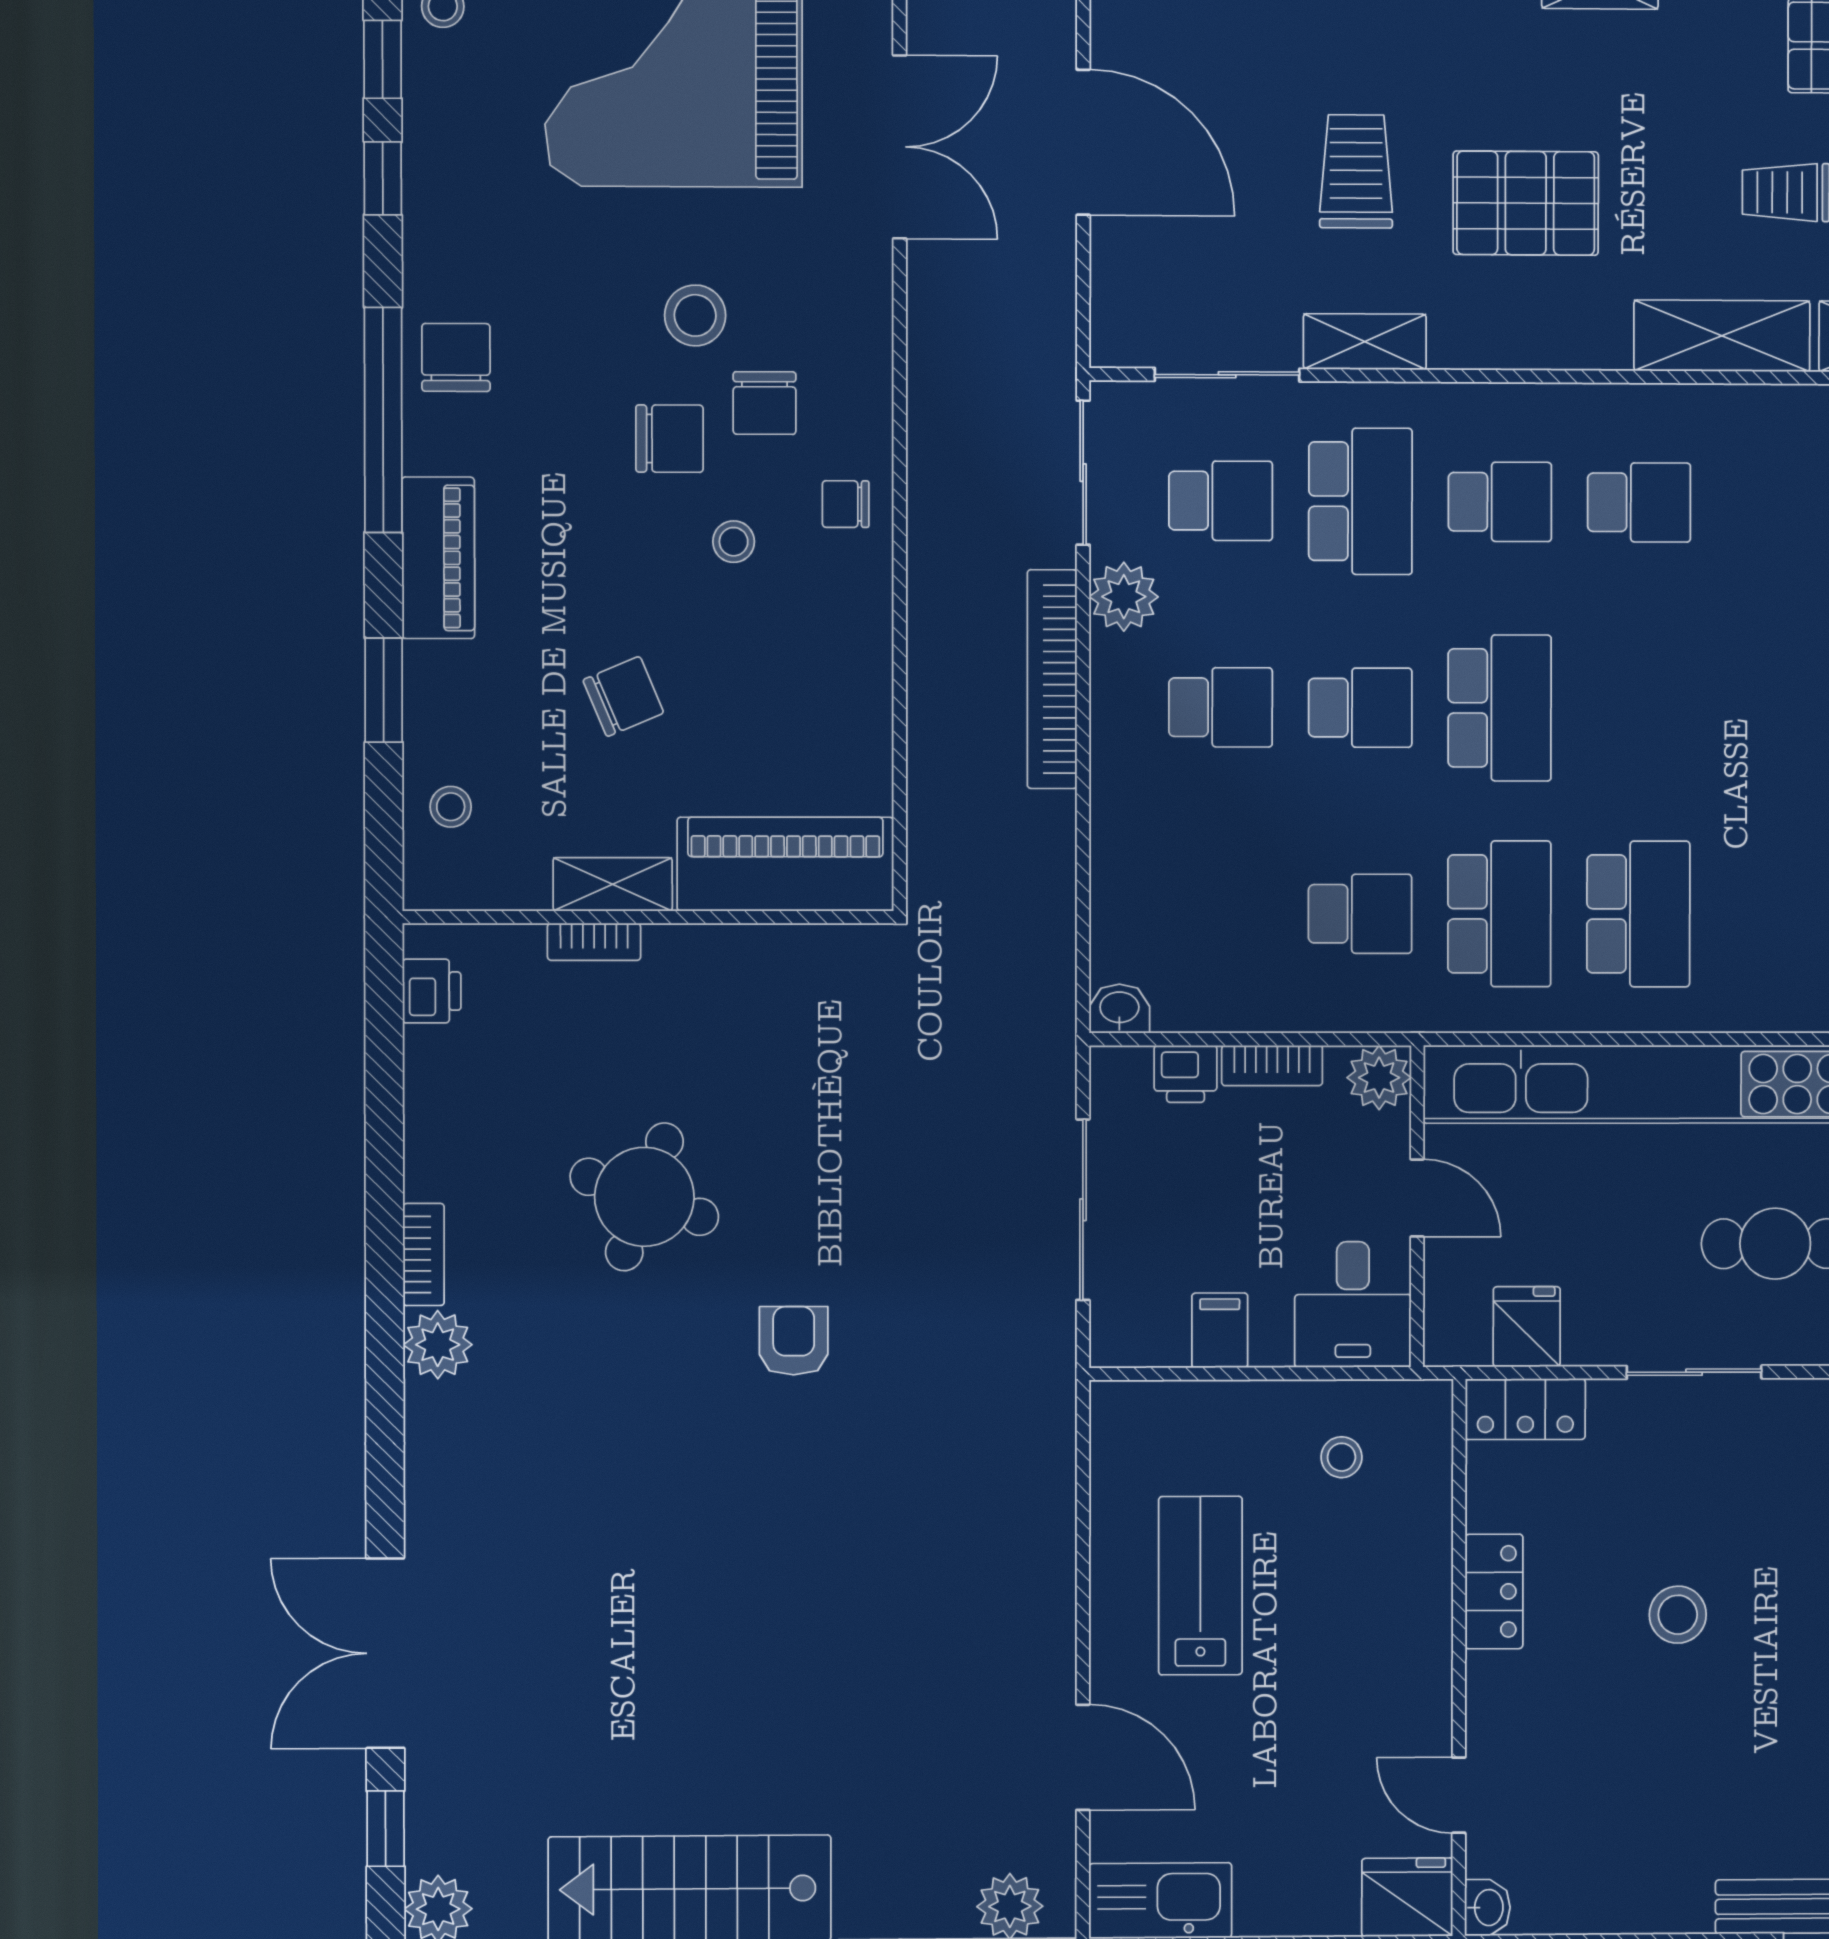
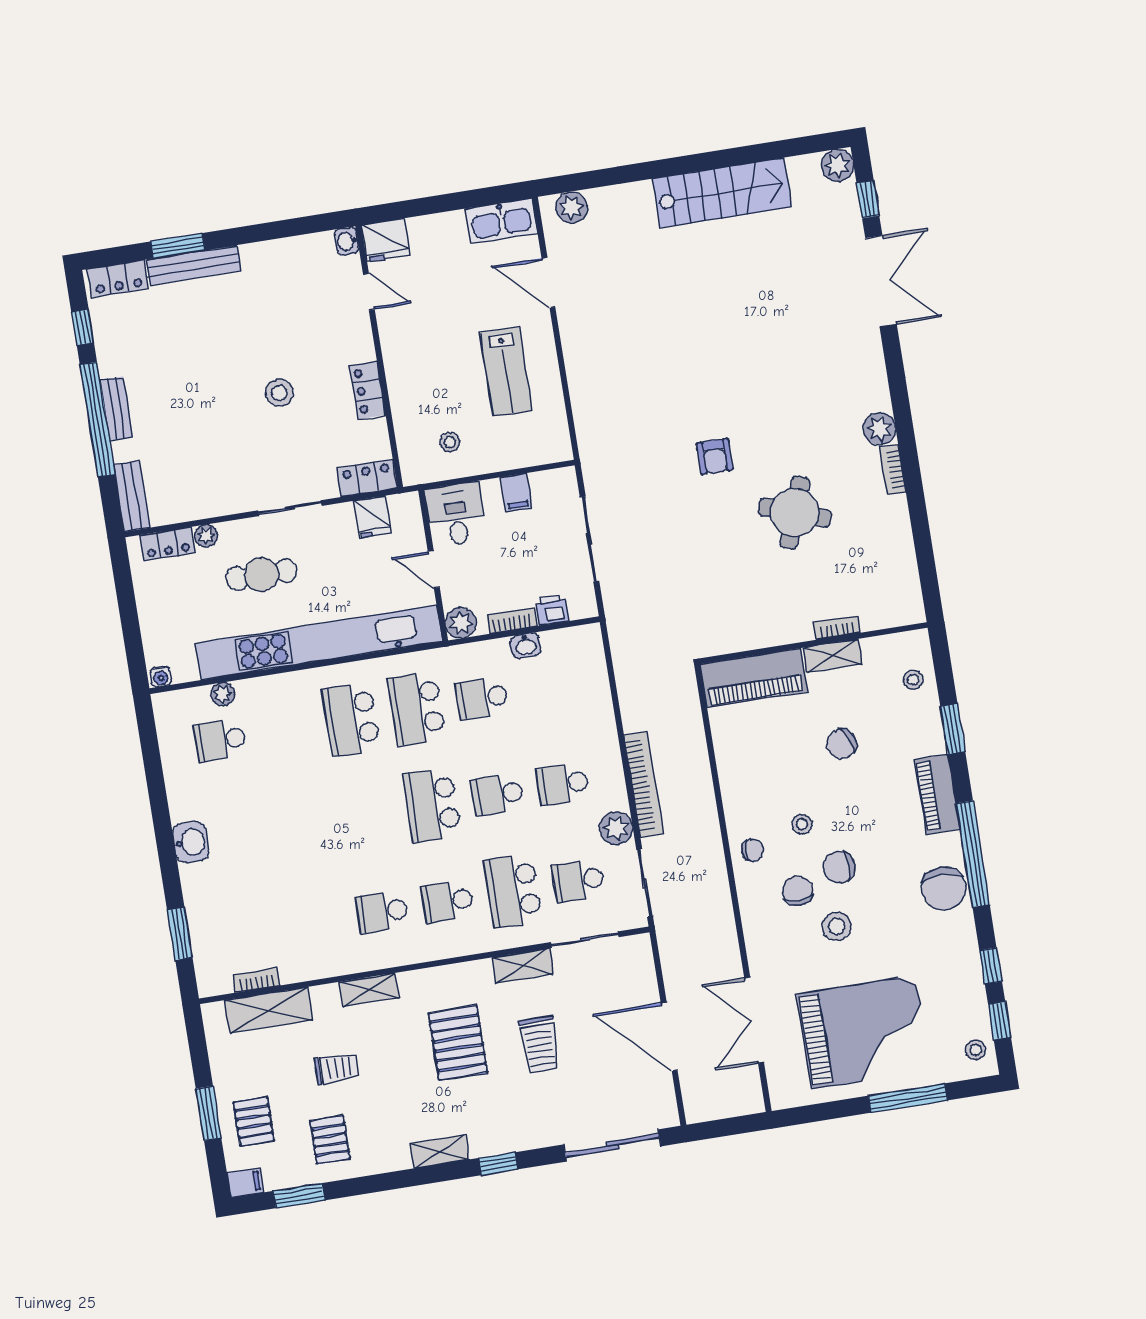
pallet: (1526, 203) -> (458, 1043), turned 90
shelving: (1722, 336) -> (369, 990), width x0.67, depth x0.75
chair: (456, 357) -> (944, 888), width x1.37, depth x1.37
printer: (432, 991) -> (908, 593), removed
washbasin: (1119, 1009) -> (526, 646), moved

